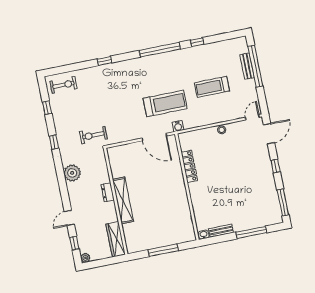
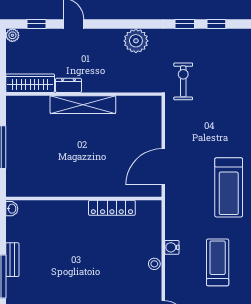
treadmill: (165, 103) -> (229, 187), moved
window: (47, 108) -> (216, 24), moved
water cooler: (178, 126) -> (172, 247), moved
dresser: (108, 192) -> (68, 85), moved
bench: (221, 231) -> (12, 260), moved

